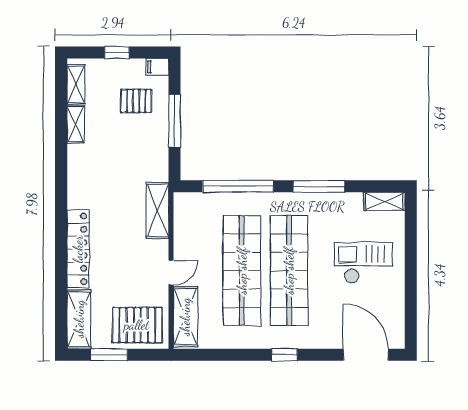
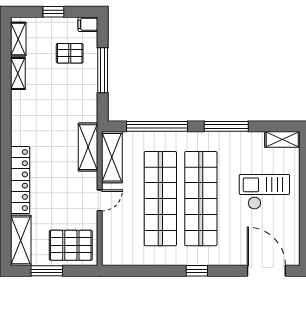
shelving: (185, 317) -> (112, 157), moved

